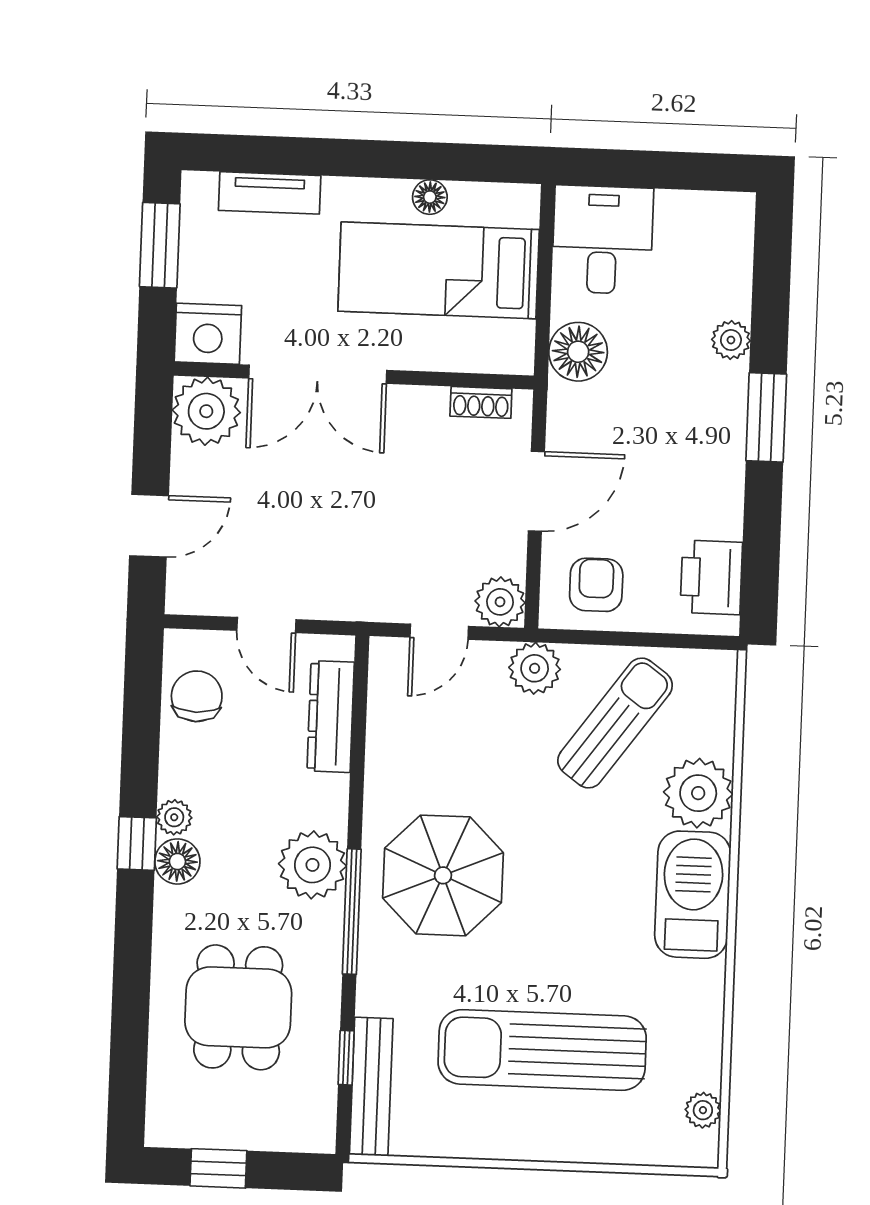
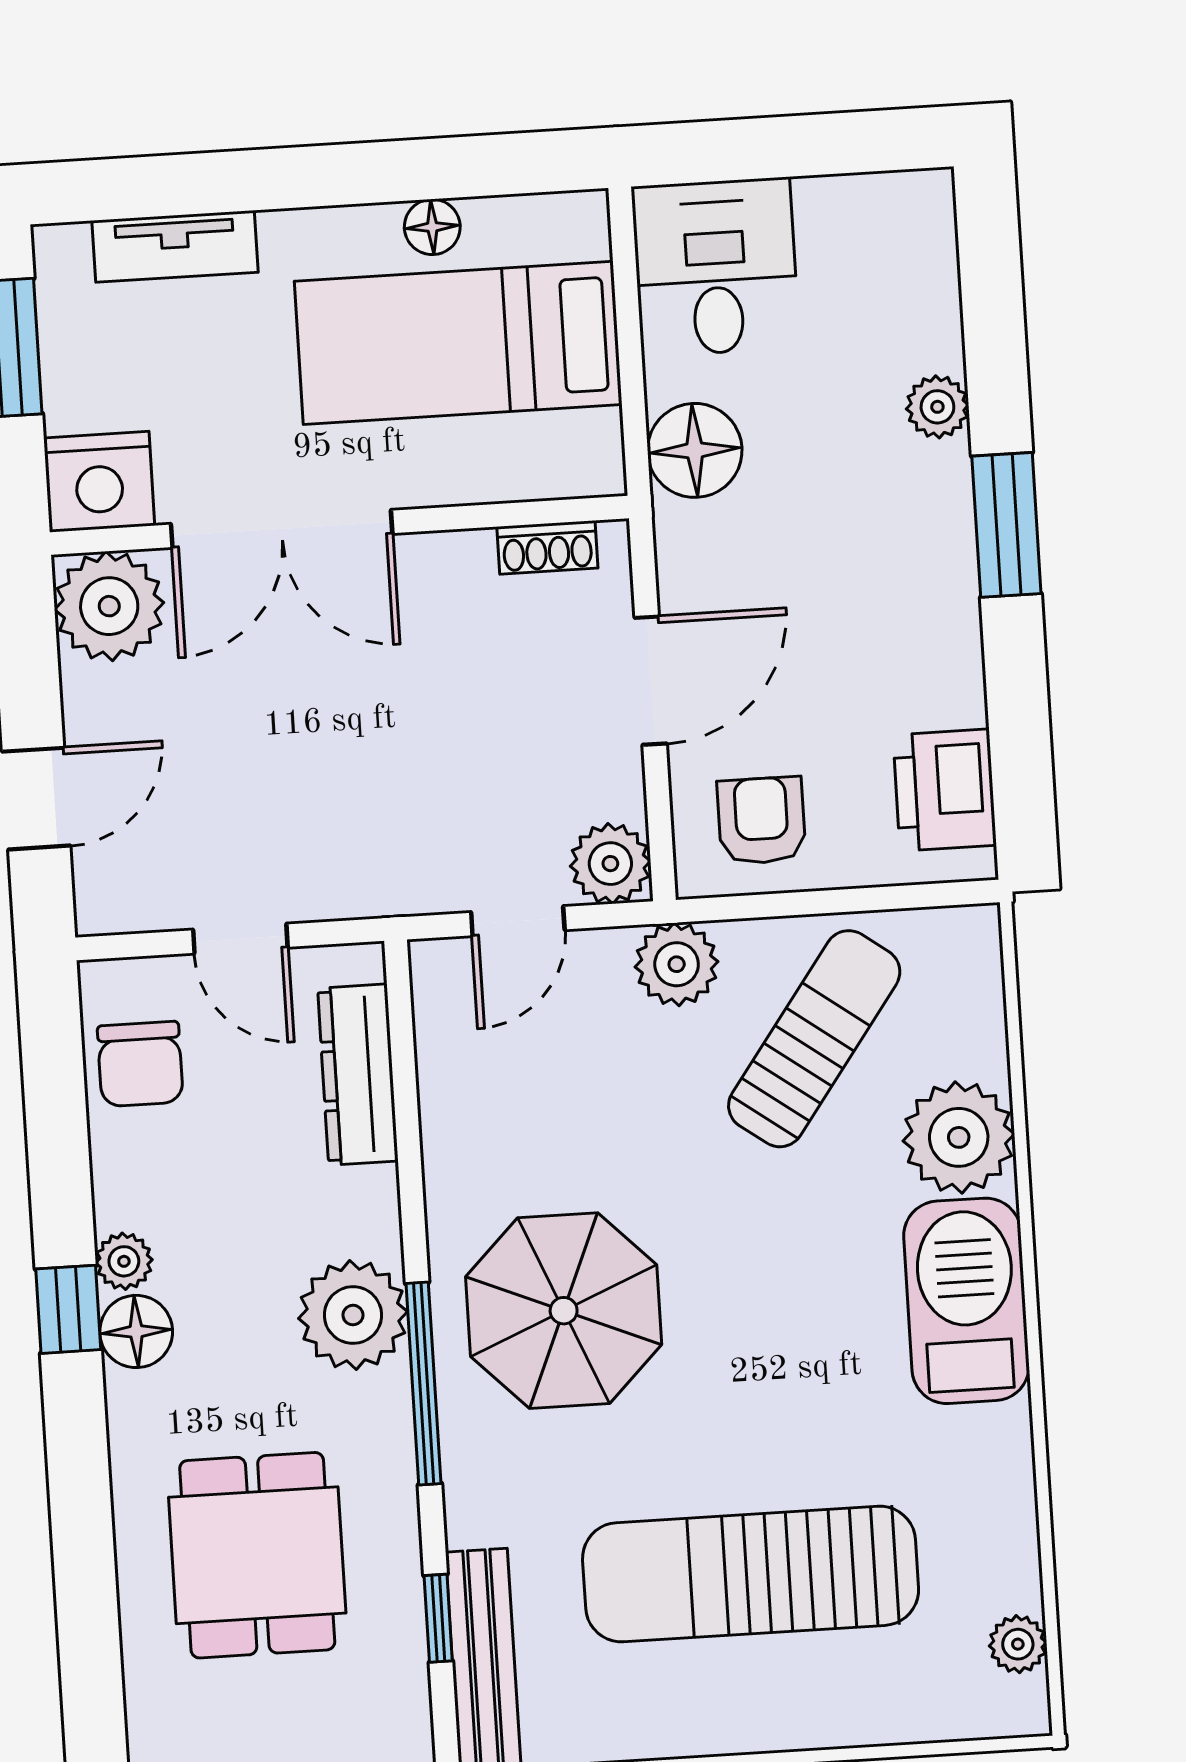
chair: (197, 696) -> (140, 1064), turned 180

